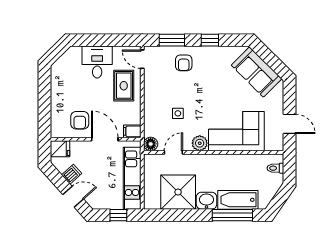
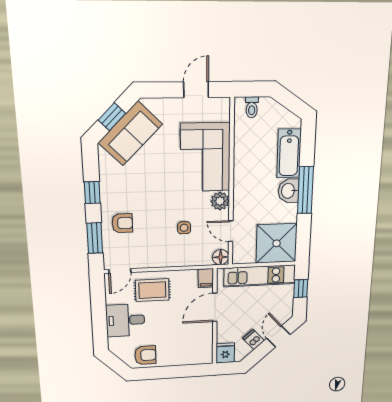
window: (270, 58) -> (112, 117), added
armchair: (80, 120) -> (145, 355), moved
shower: (178, 192) -> (277, 243), moved
window: (232, 215) -> (305, 190), moved

